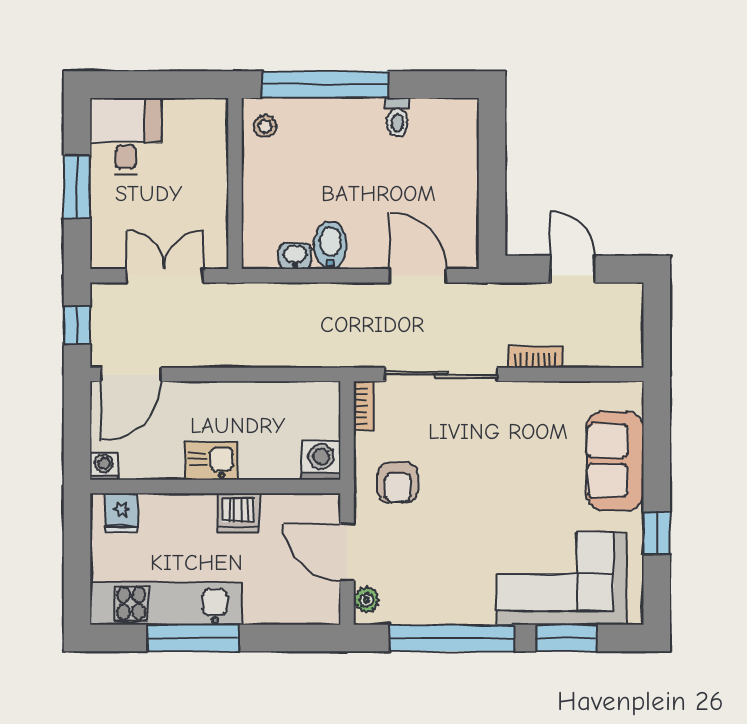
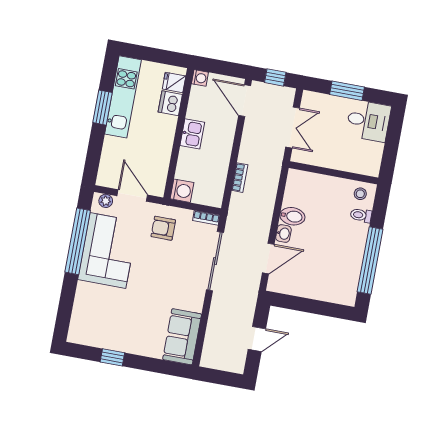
window: (325, 85) -> (370, 261), moved
toilet: (397, 117) -> (361, 215), moved
washbasin: (295, 256) -> (283, 234), moved
bookcase: (536, 357) -> (240, 178), moved
sofa: (615, 461) -> (182, 337), moved, turned -90
dishwasher: (238, 513) -> (170, 103), moved
door: (347, 552) -> (132, 195), hinge flipped
corner sofa: (562, 578) -> (108, 251), moved
window: (193, 638) -> (102, 108), width x0.69
window: (566, 638) -> (67, 300), removed

